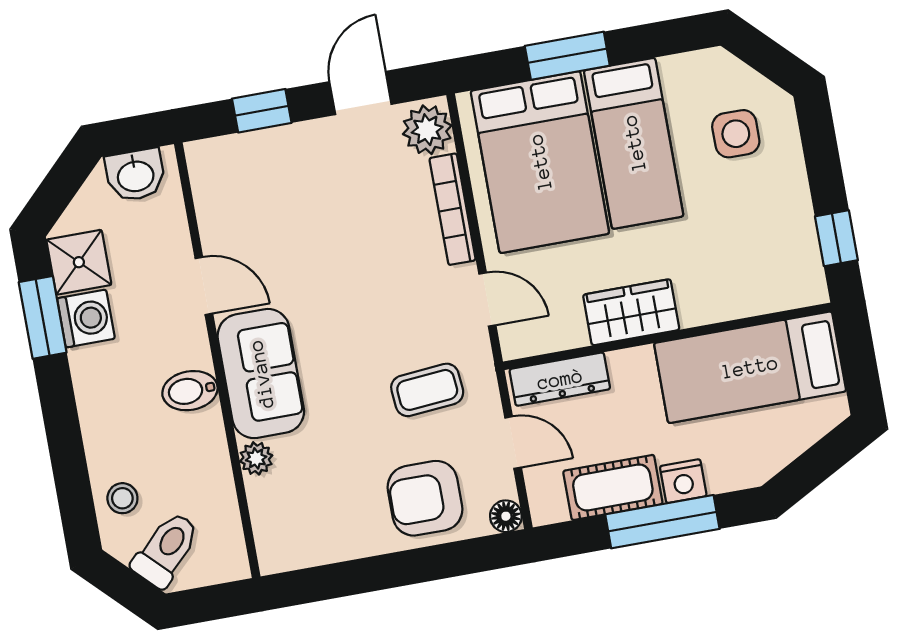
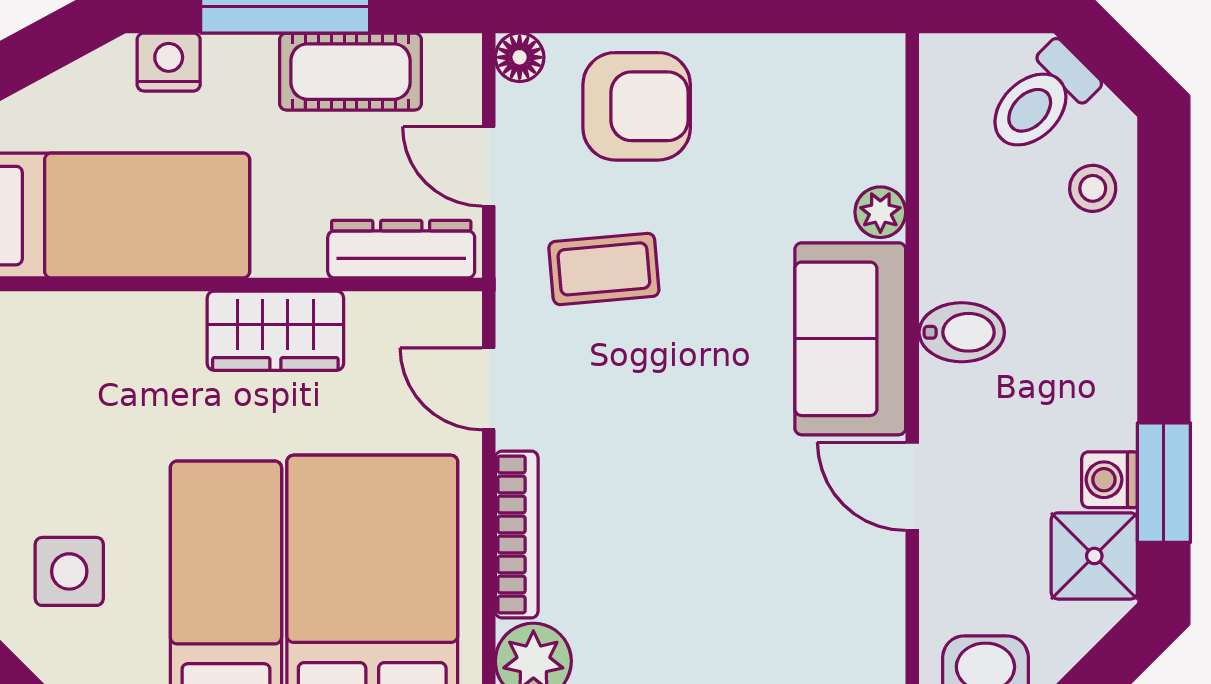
washing machine: (86, 319) -> (1110, 480), width x0.73, depth x0.73
nightstand: (683, 481) -> (169, 62), moved

